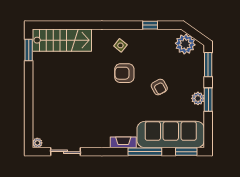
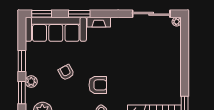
plant: (198, 98) -> (31, 82), moved
sliding door: (66, 152) -> (151, 14), width x1.37
window: (145, 152) -> (79, 14), width x0.69

